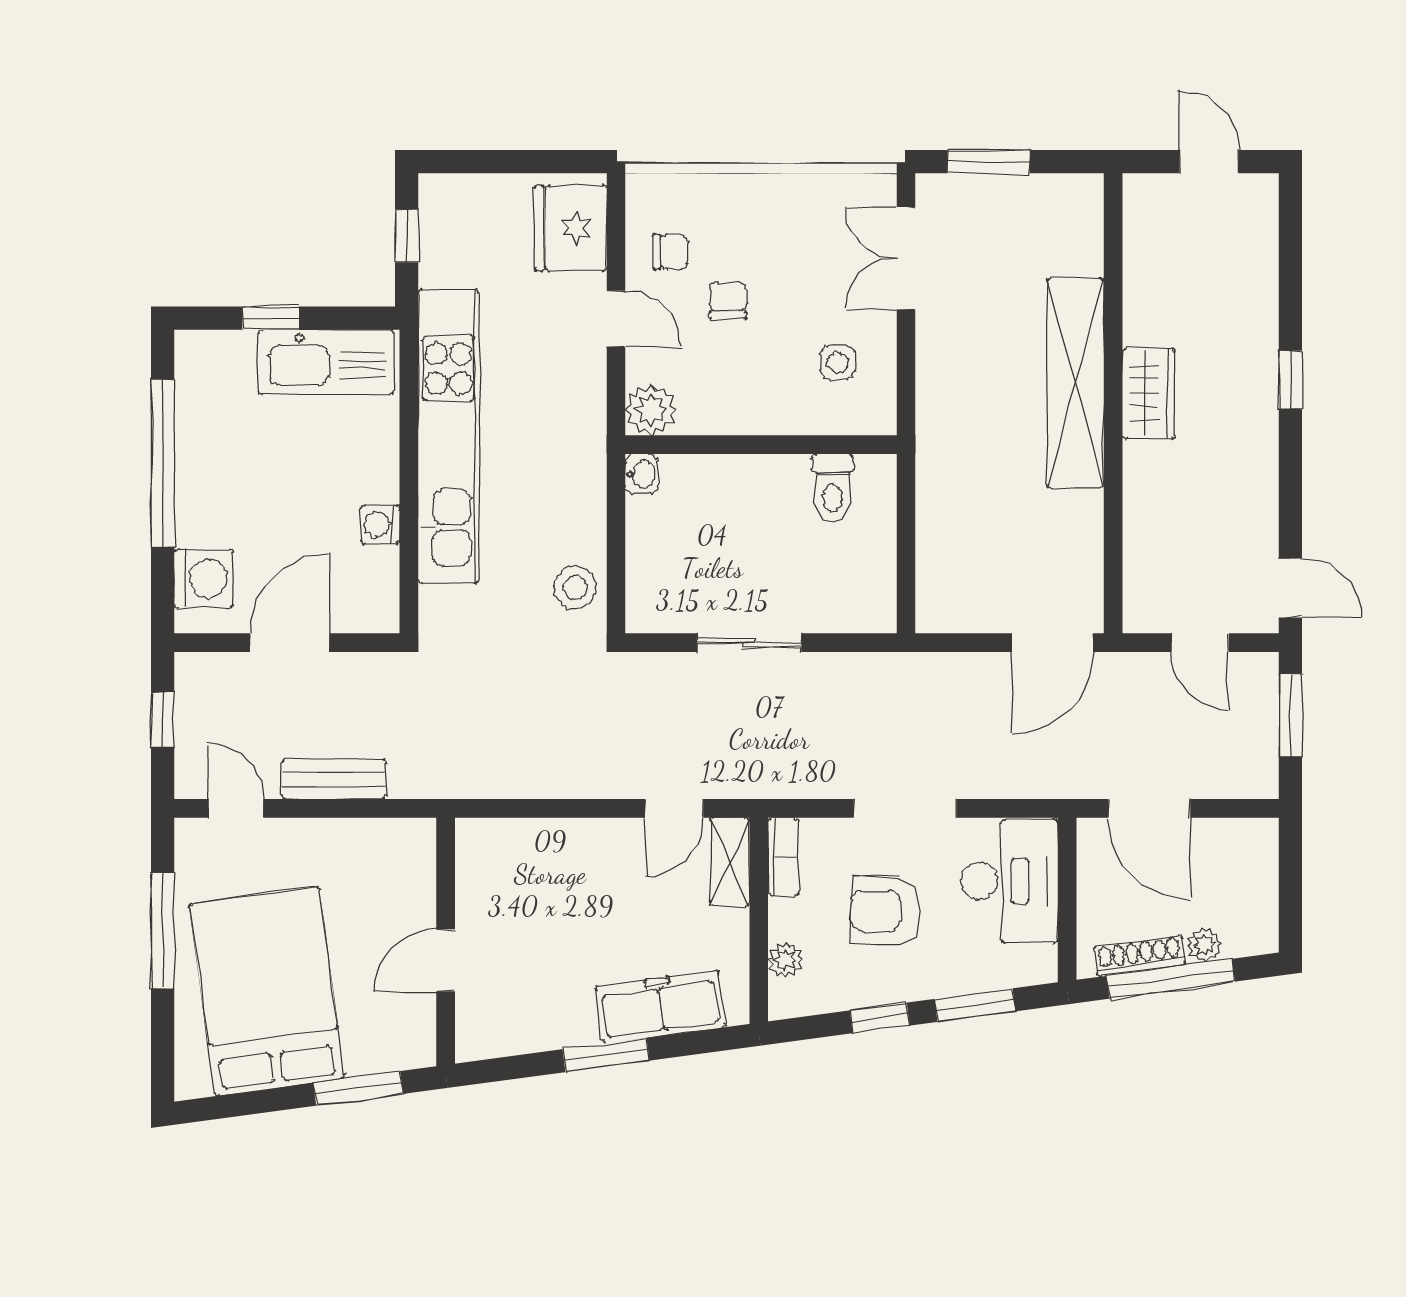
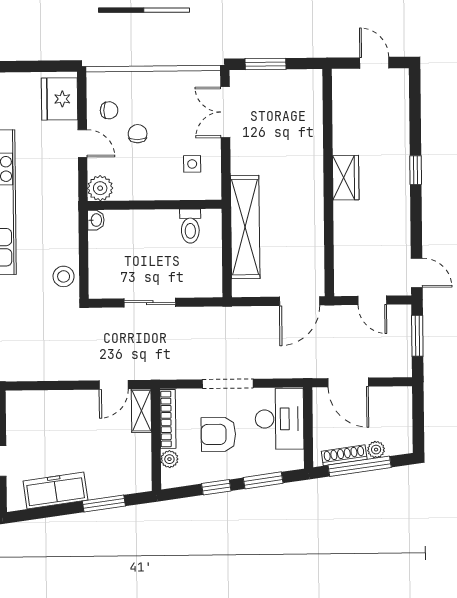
shelving: (1075, 383) -> (245, 227), moved
bookcase: (783, 857) -> (168, 419), width x1.56
freezer: (660, 1007) -> (55, 491), moved
window: (606, 1055) -> (104, 504), moved

